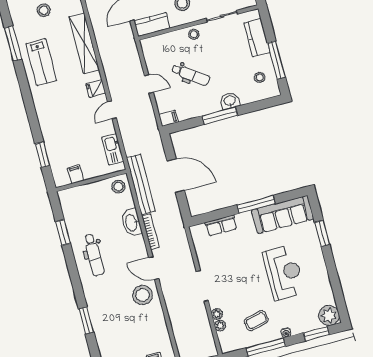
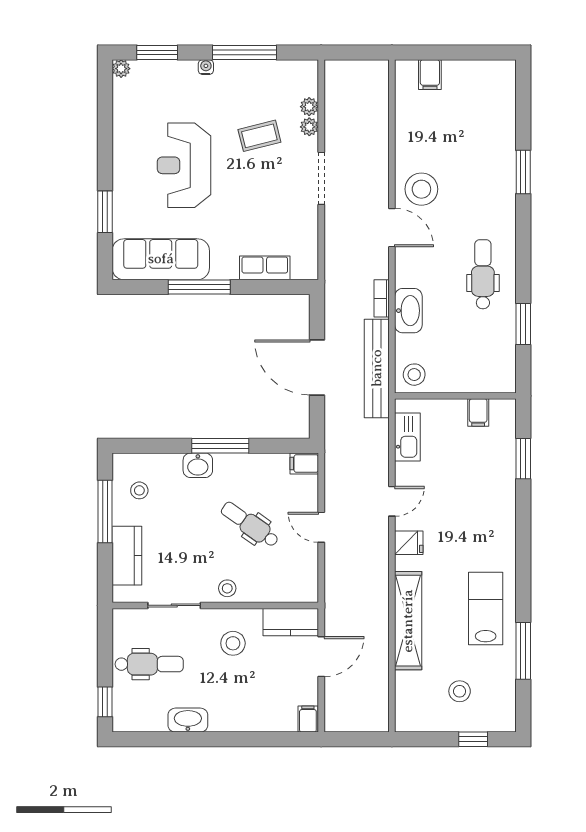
bookcase: (151, 232) -> (382, 298), width x0.64
plant: (329, 316) -> (121, 69), width x0.53, depth x0.53
coffee table: (256, 321) -> (259, 136), moved

